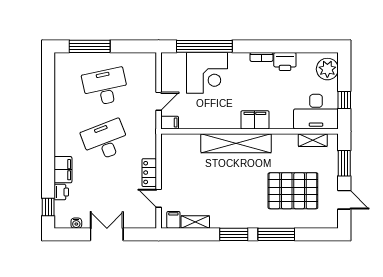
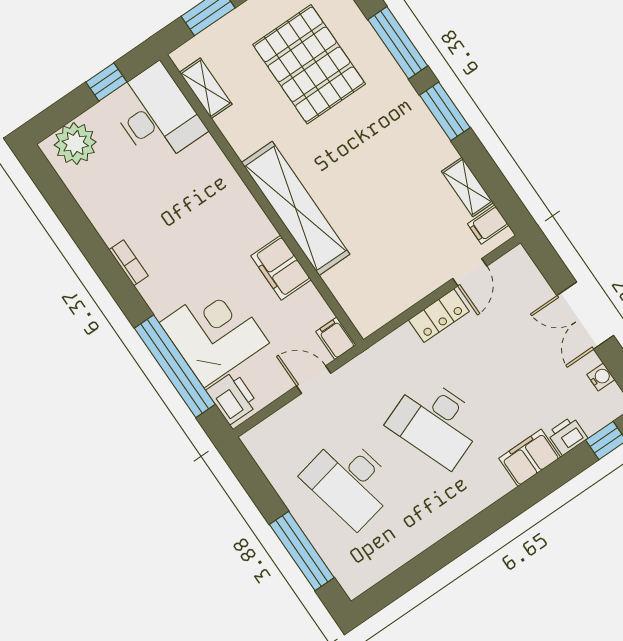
printer: (285, 62) -> (232, 398), moved
filing cabinet: (255, 120) -> (281, 268), moved

